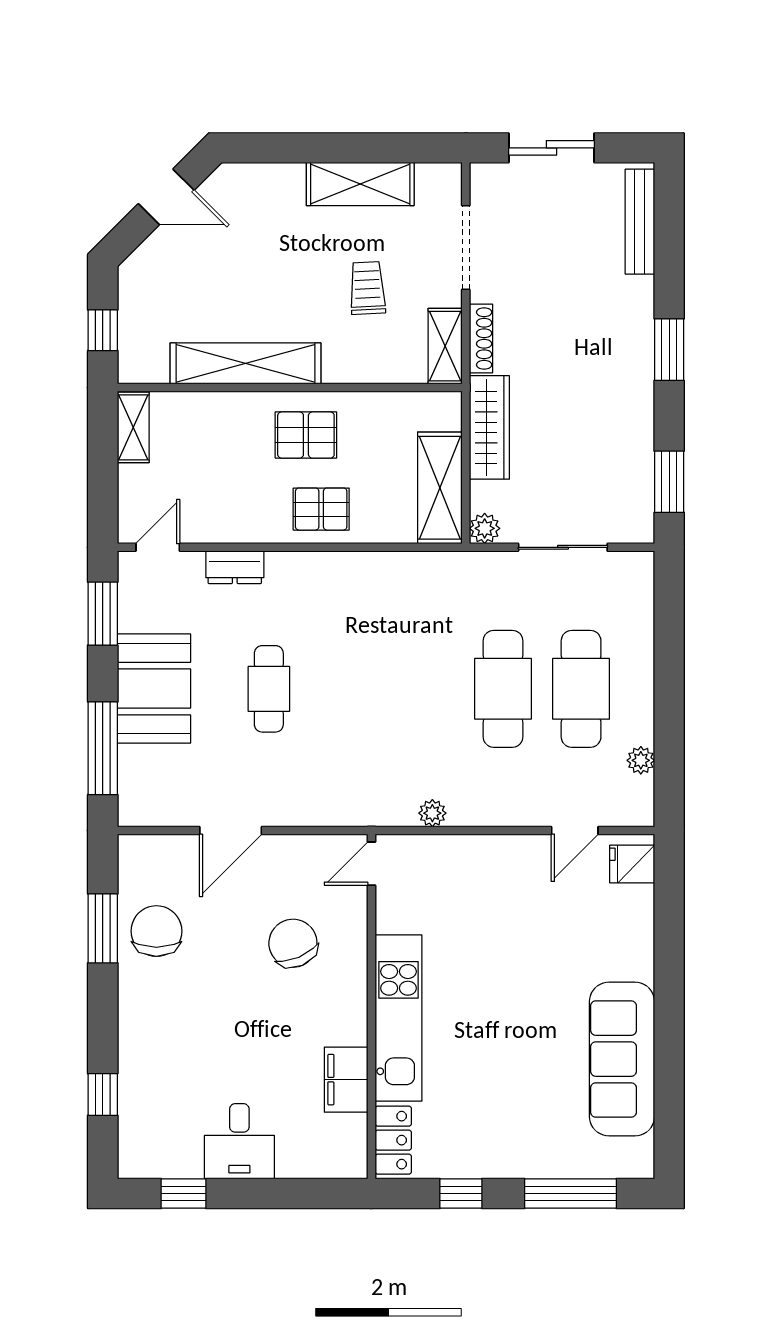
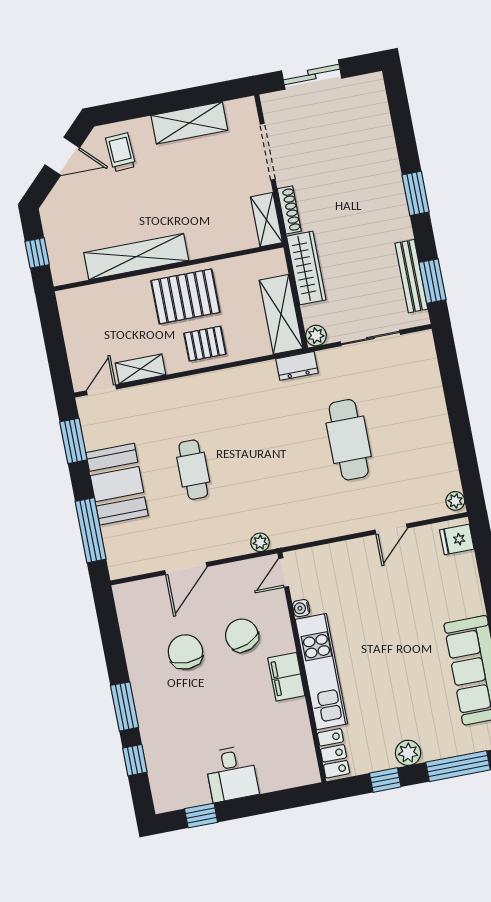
bench: (640, 222) -> (411, 276), moved
trolley: (367, 288) -> (121, 152), moved
shelving: (133, 427) -> (141, 369), moved, turned 90
pallet: (306, 435) -> (185, 296), width x1.50, depth x1.42
dresser: (235, 567) -> (297, 366), moved
cafe table: (581, 689) -> (400, 430), removed
plant: (641, 760) -> (455, 501), moved
plant: (432, 813) -> (260, 542), moved
door: (575, 830) -> (391, 529), moved
water cooler: (387, 920) -> (301, 608), added
window: (103, 928) -> (125, 706), moved
chair: (156, 931) -> (185, 652), moved
filing cabinet: (346, 1080) -> (286, 677), moved
plant: (502, 1160) -> (408, 753), added

